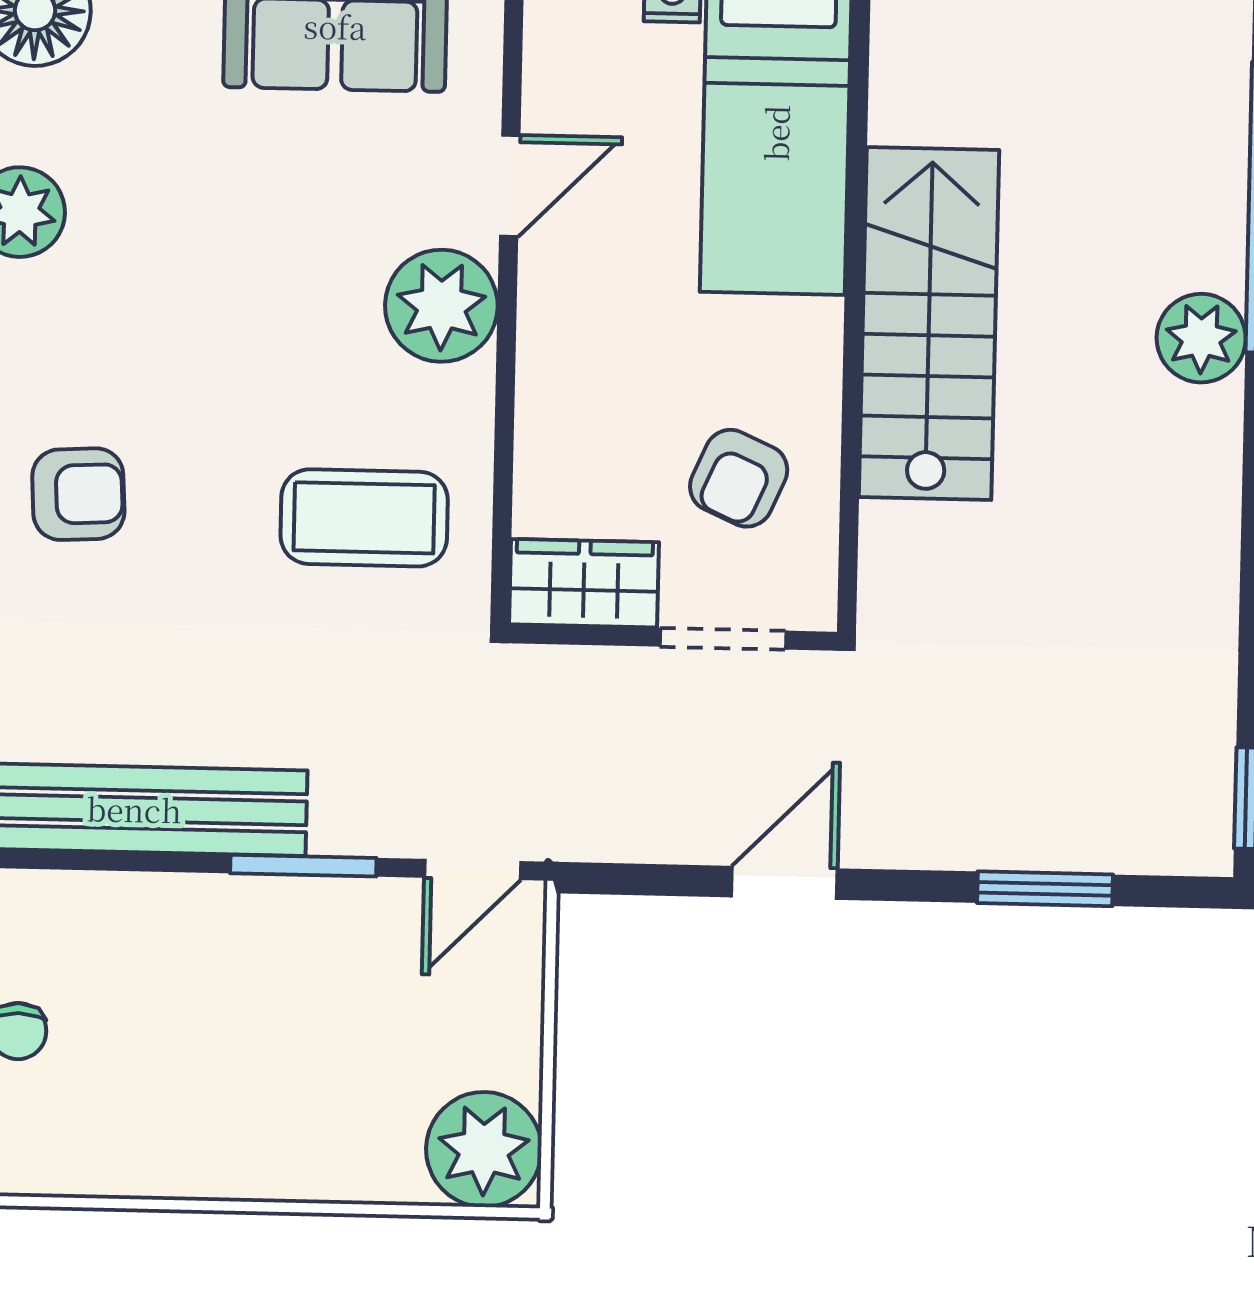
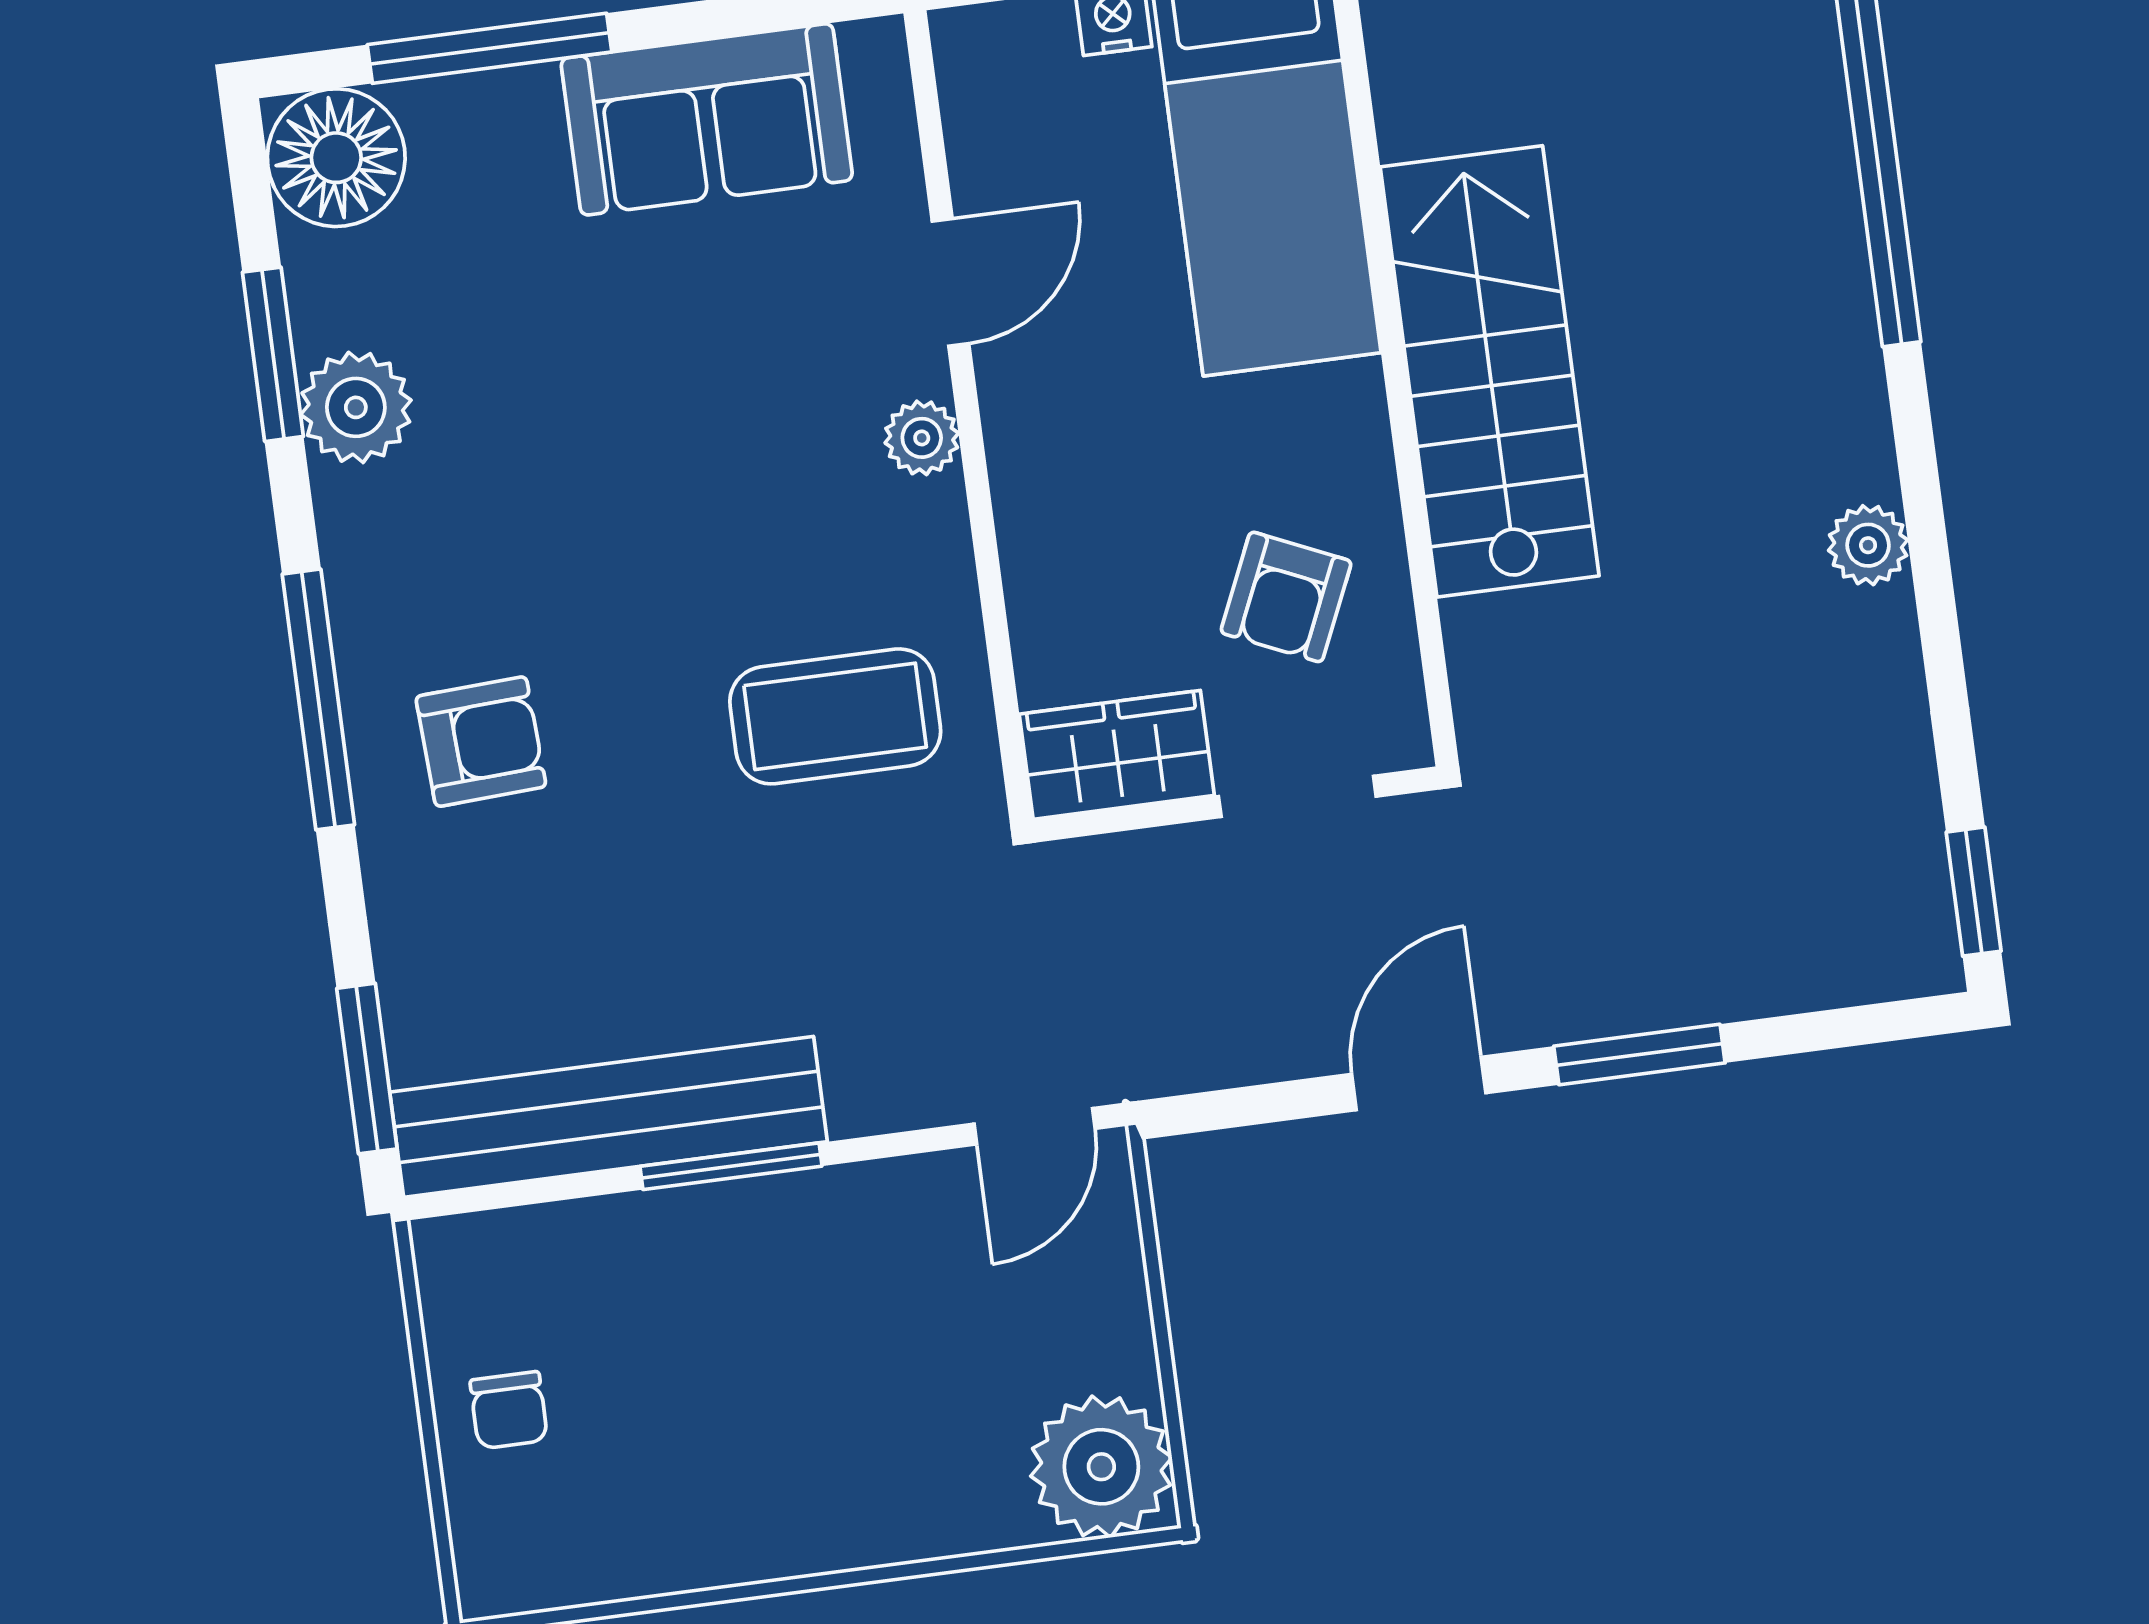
plant: (441, 306) -> (922, 438), width x0.53, depth x0.53
plant: (1201, 338) -> (1868, 545), moved, width x0.73, depth x0.73
window: (303, 866) -> (731, 1166), moved
window: (1045, 889) -> (1639, 1054), moved

